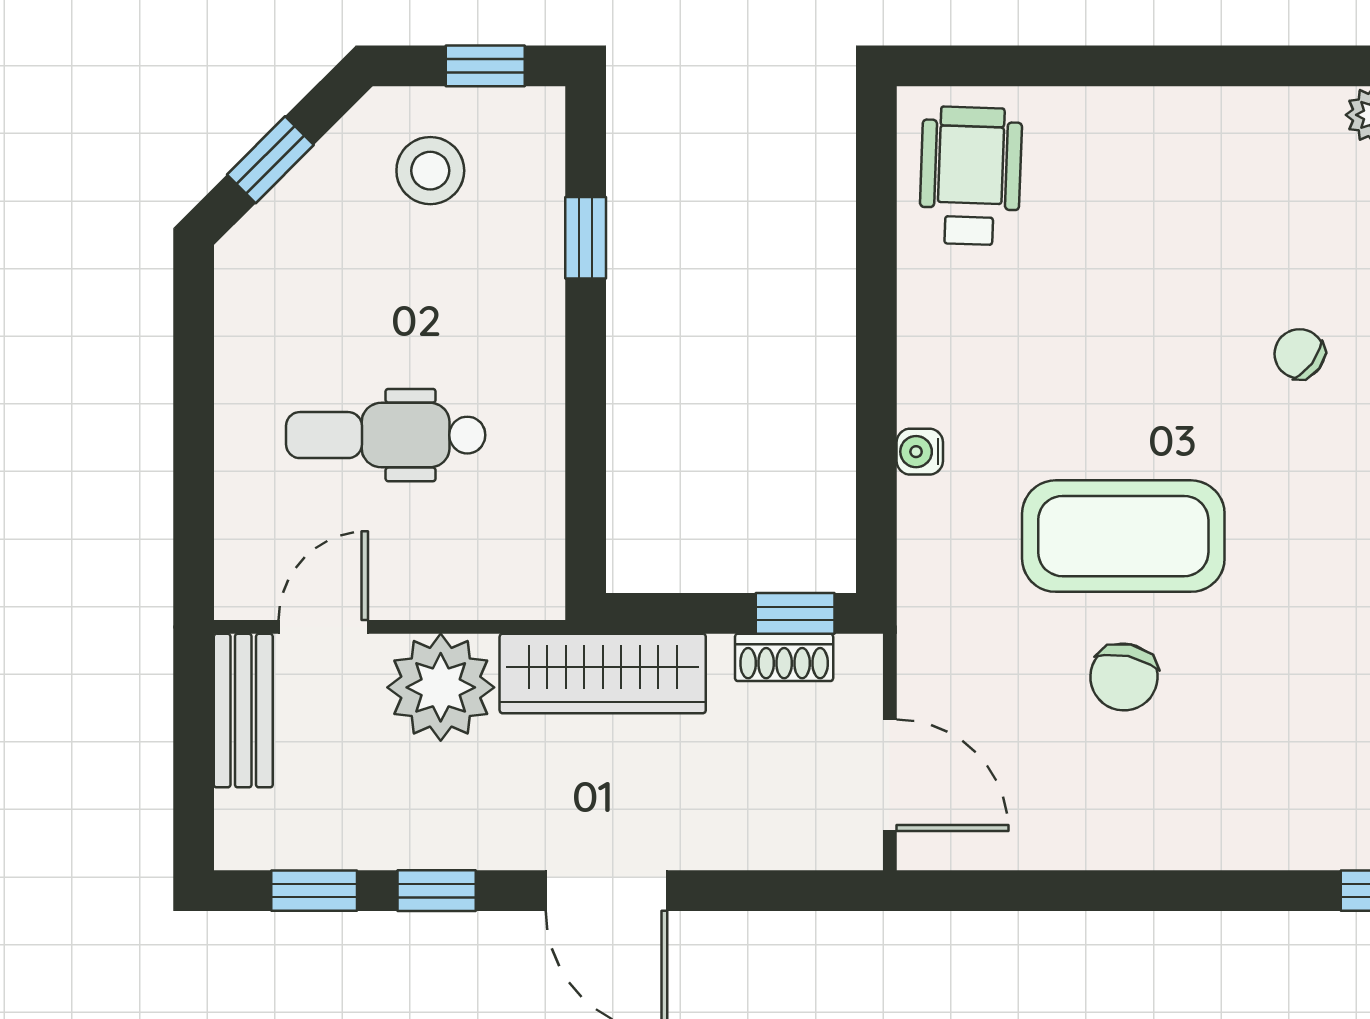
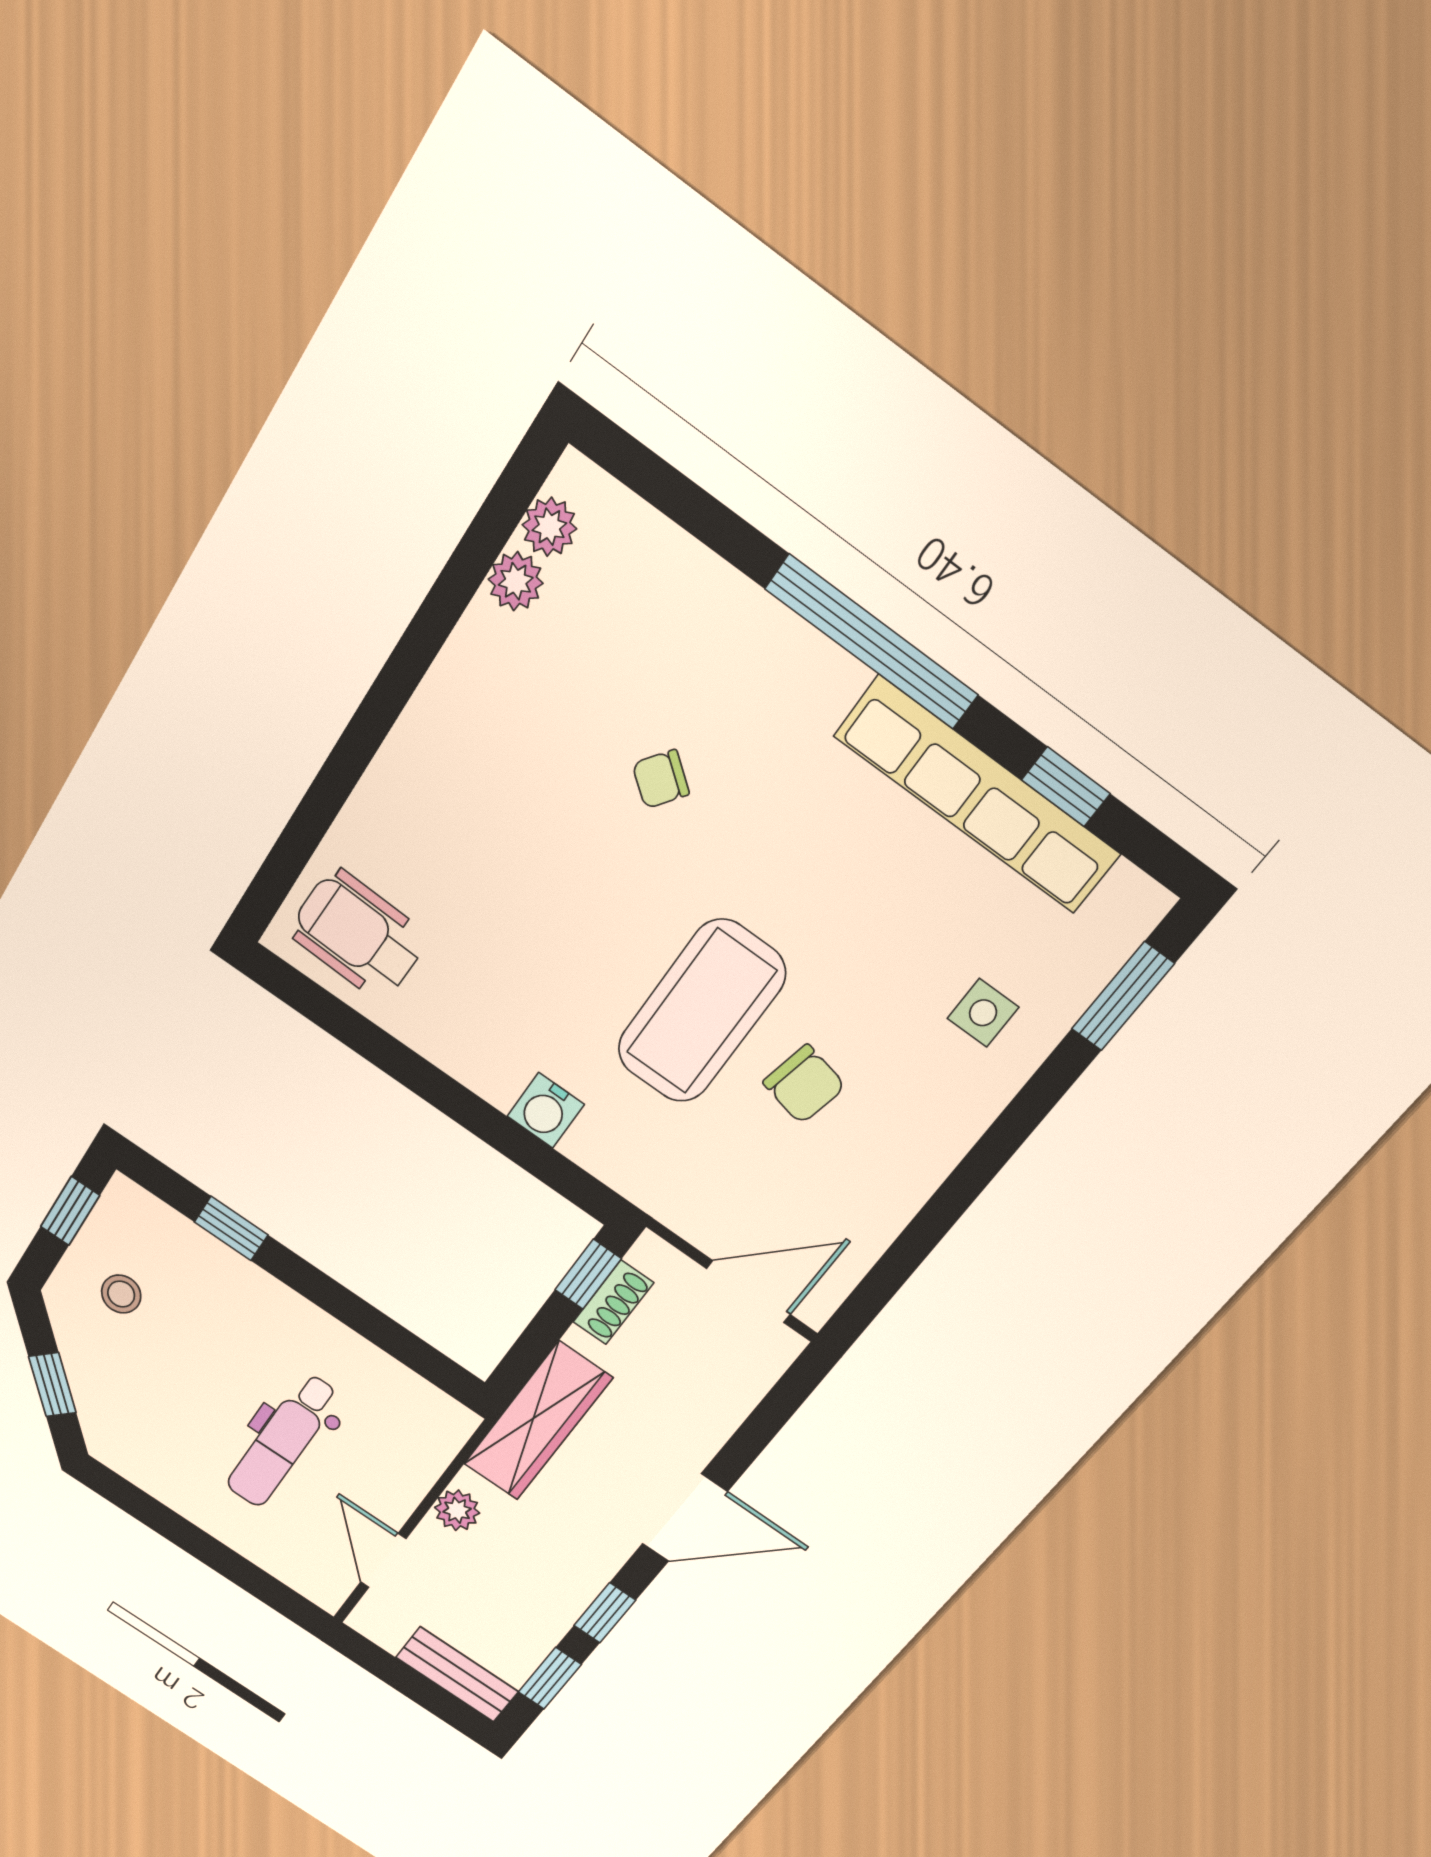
stool: (430, 171) -> (121, 1294), width x0.73, depth x0.73
water cooler: (920, 452) -> (546, 1110), width x1.38, depth x1.38
plant: (441, 687) -> (457, 1510), width x0.53, depth x0.53
bench: (243, 711) -> (457, 1674), moved
side table: (1300, 784) -> (983, 1013), added

